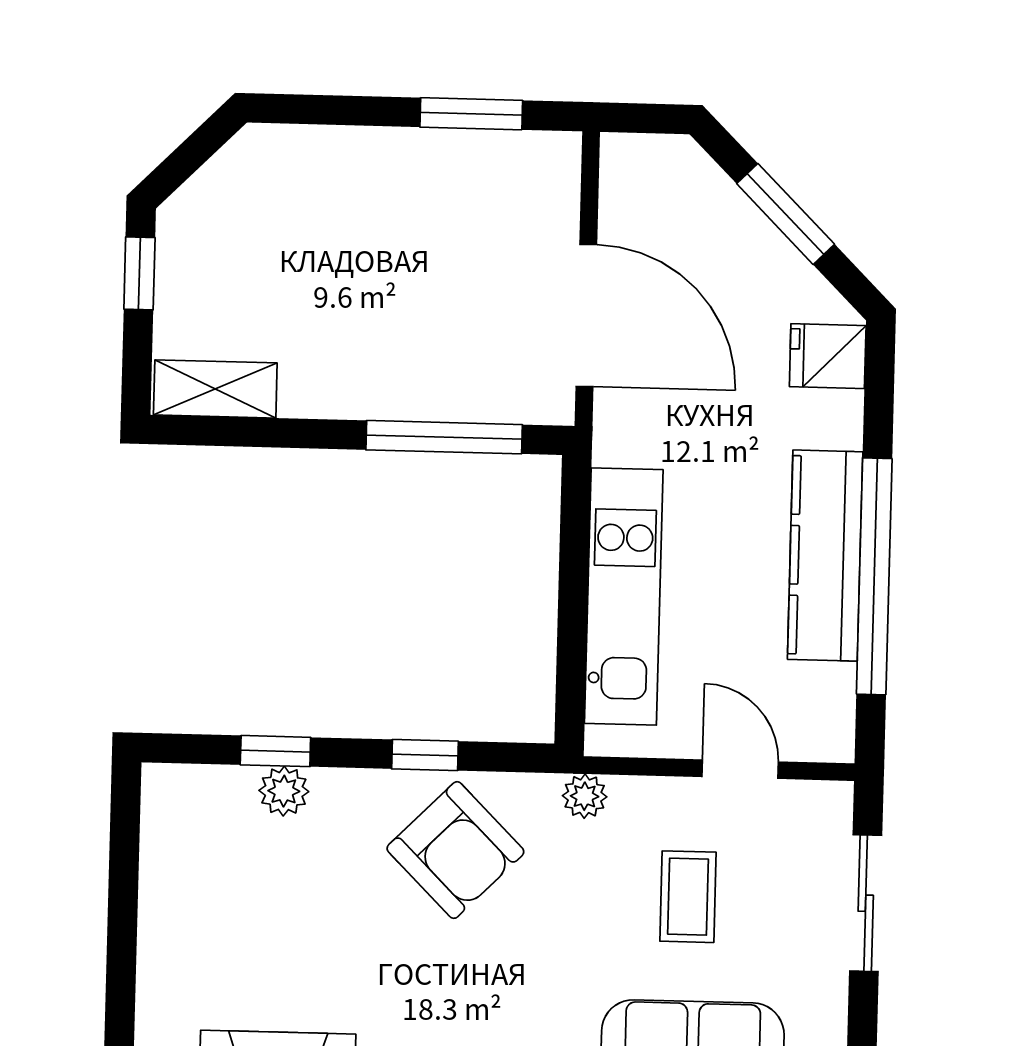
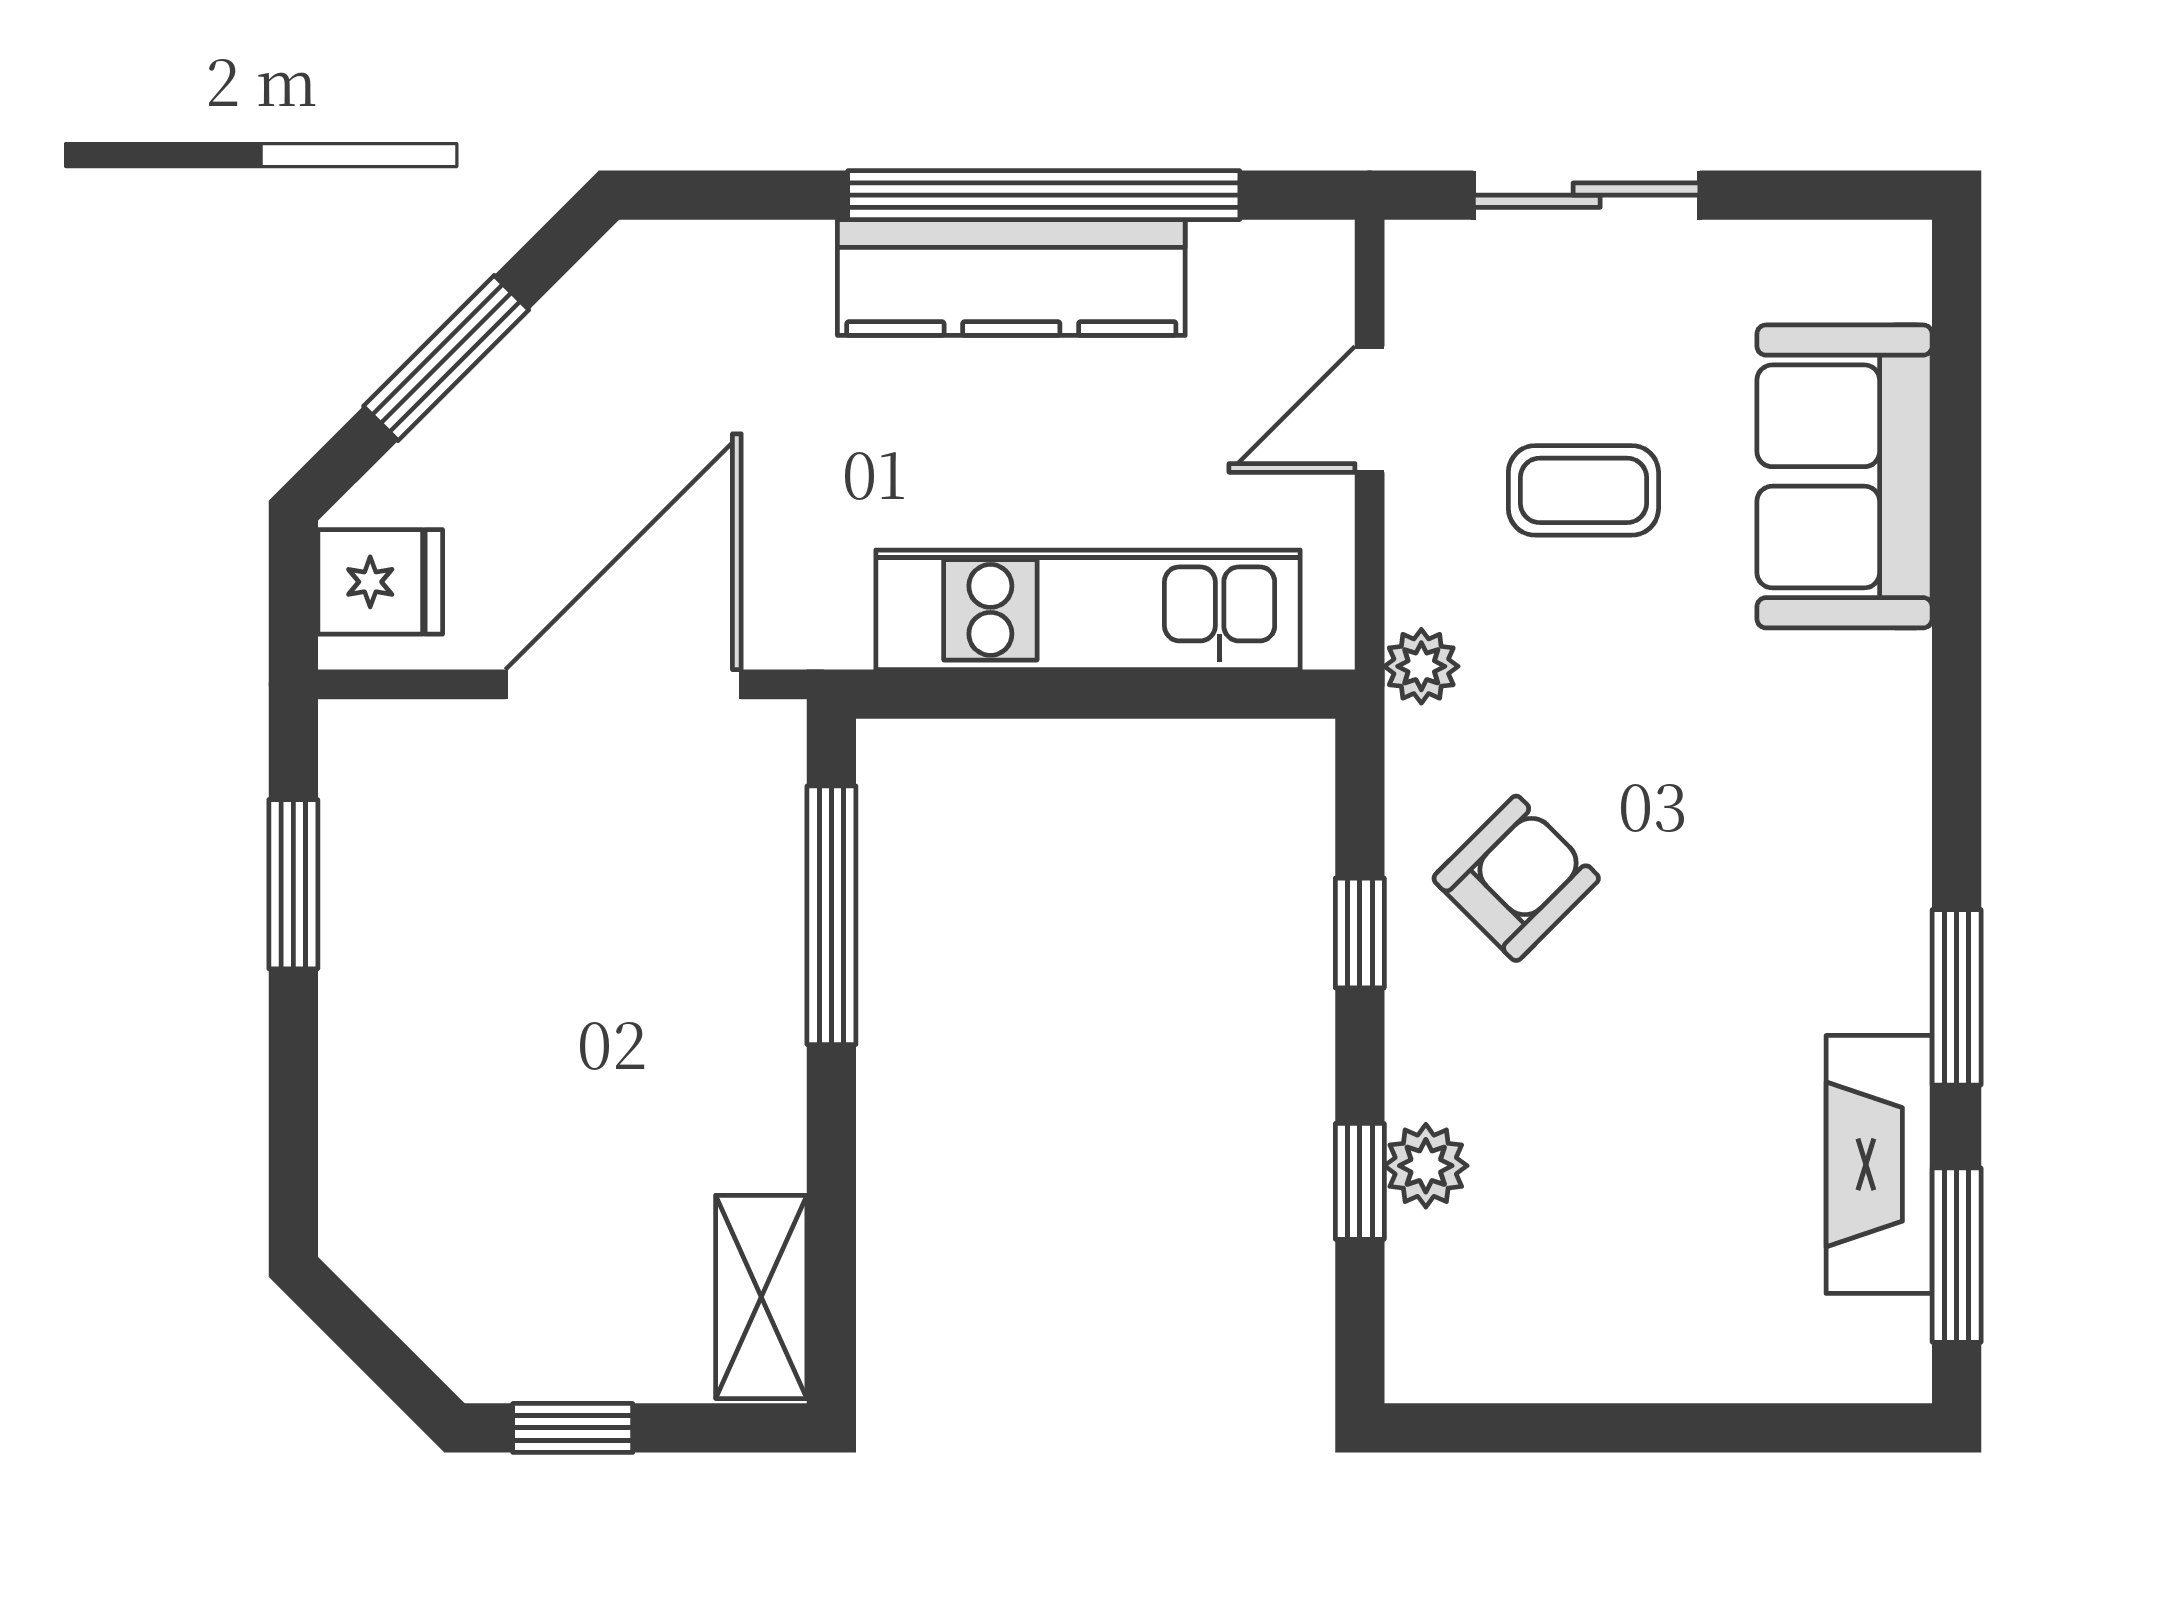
fridge: (828, 356) -> (380, 582), moved, turned -90
armchair: (455, 850) -> (1516, 878), width x0.72, depth x0.72

